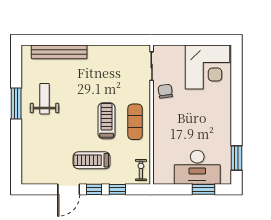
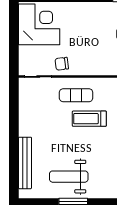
weight bench: (45, 99) -> (69, 177), width x1.36, depth x1.33
exercise mat: (135, 122) -> (76, 95), moved

